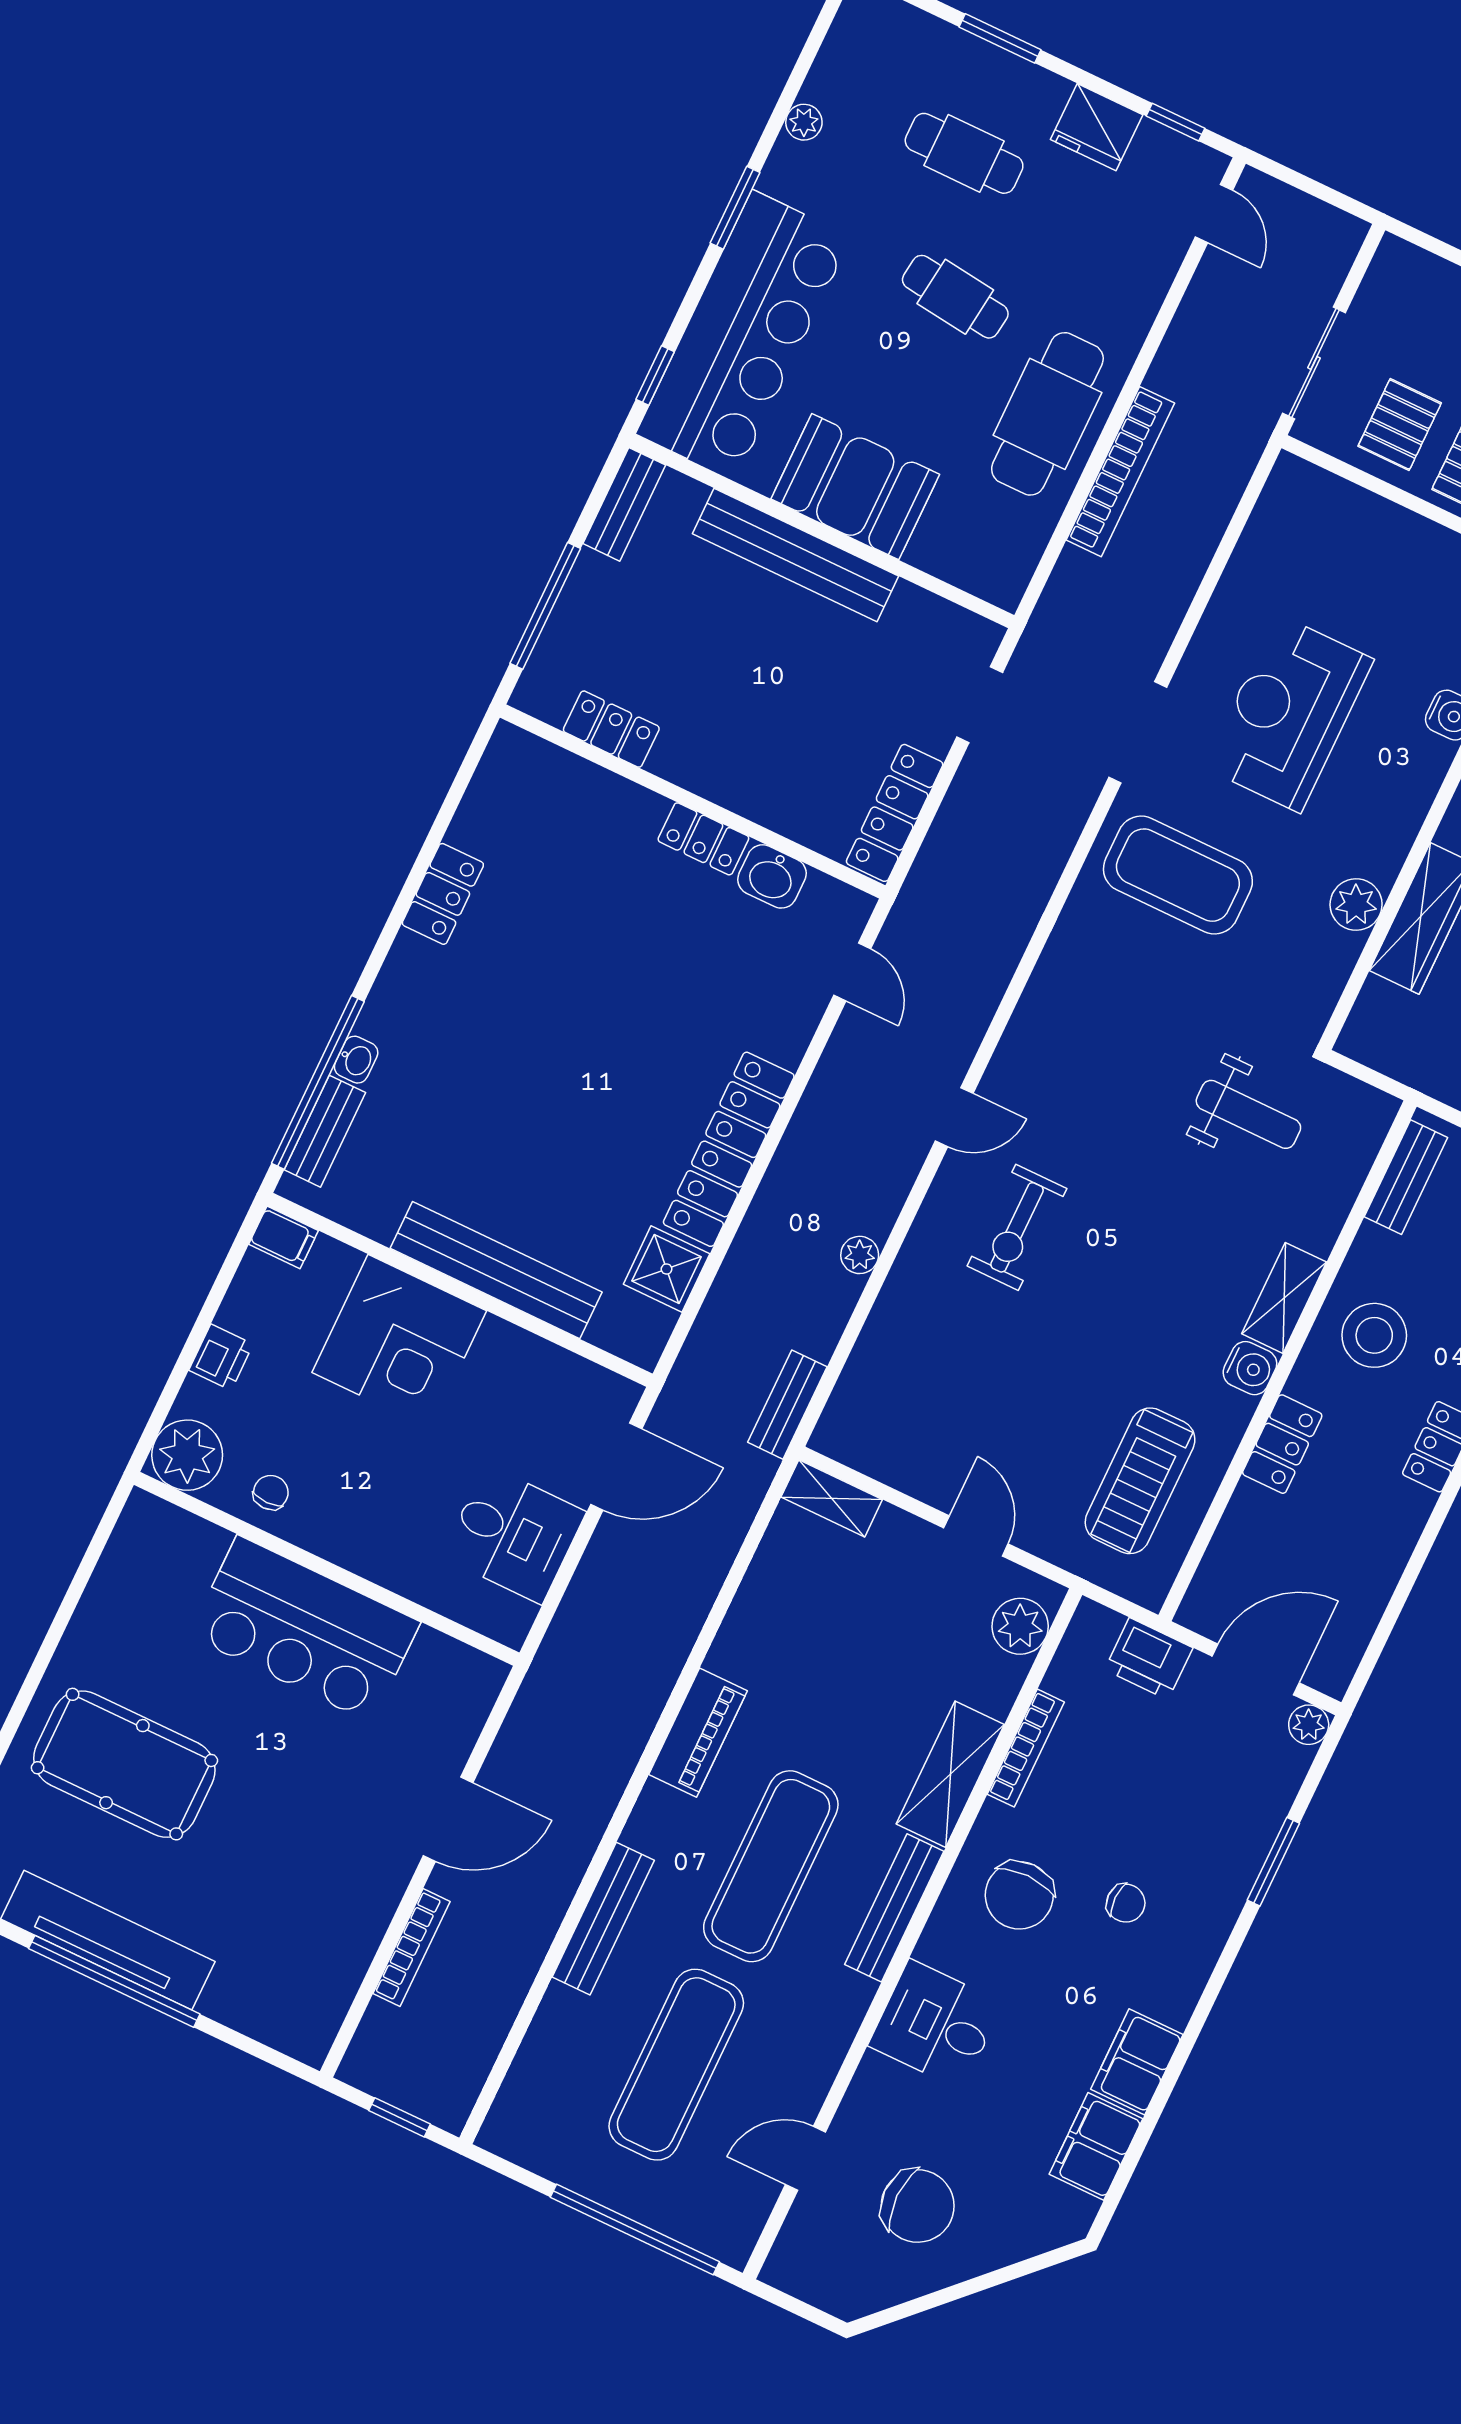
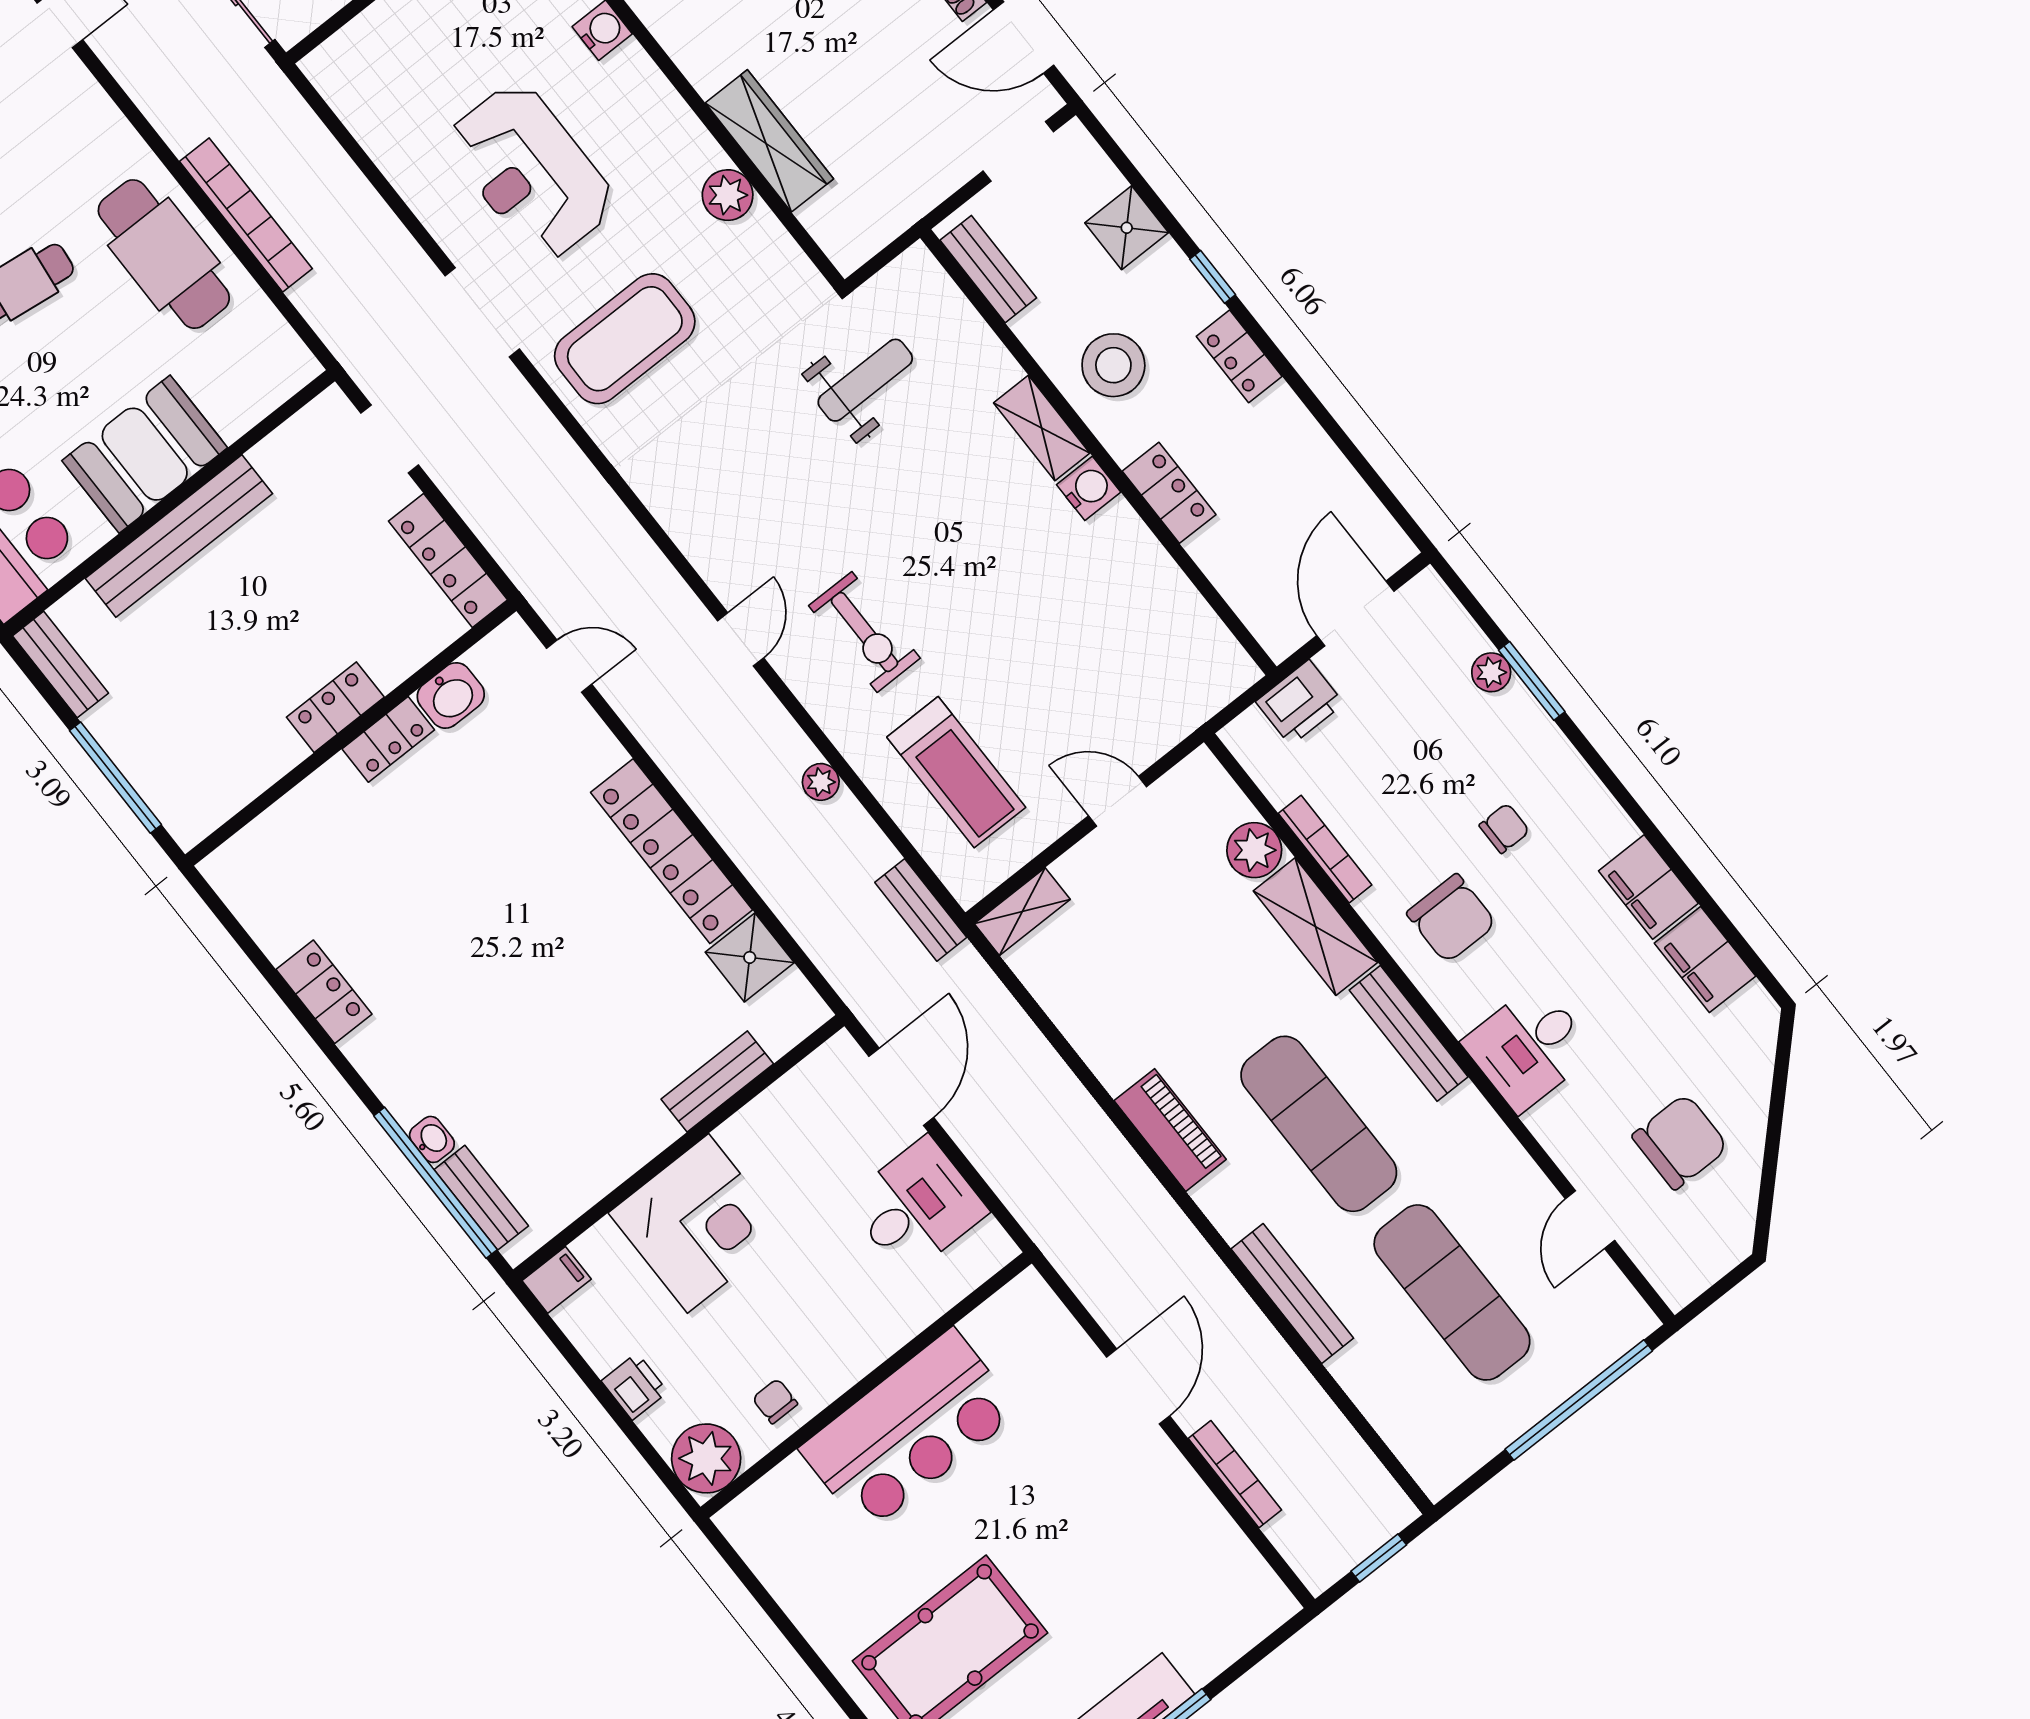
locker: (611, 729) -> (335, 707), moved
bench: (496, 1270) -> (717, 1082), width x0.54, depth x0.82
treadmill: (1140, 1481) -> (956, 772), moved
plant: (1020, 1626) -> (1254, 850), moved
plant: (1309, 1725) -> (1491, 672), moved

